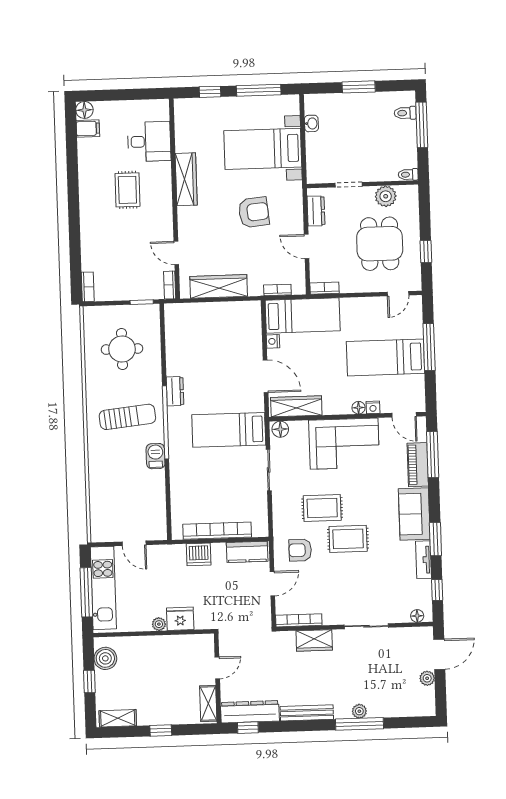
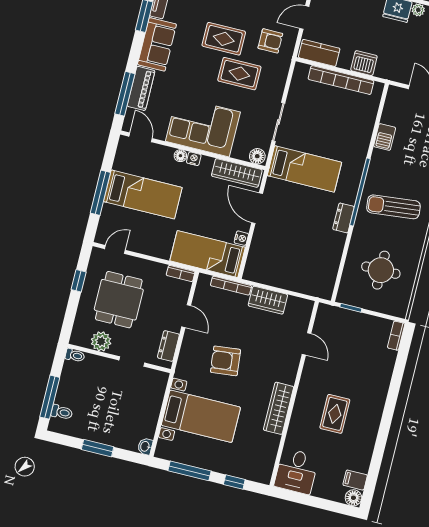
washbasin: (311, 123) -> (145, 446), moved
desk: (149, 141) -> (296, 471), moved, turned -90
bookcase: (170, 285) -> (321, 316), removed
wardrobe: (219, 286) -> (268, 300), width x0.67
bookcase: (277, 290) -> (231, 286), width x1.56
nightstand: (373, 407) -> (194, 159), moved
barbecue: (156, 456) -> (385, 137), moved

